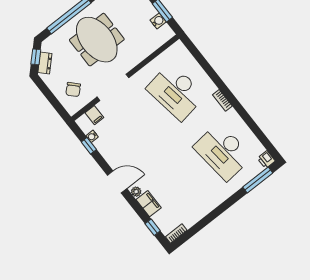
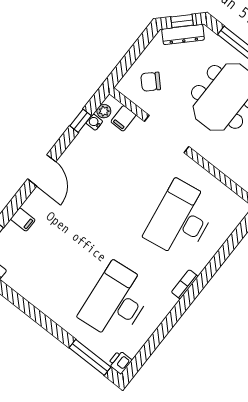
dresser: (45, 63) -> (183, 34), width x1.44
plant: (136, 192) -> (104, 111), moved
filing cabinet: (149, 204) -> (23, 219), width x0.50

